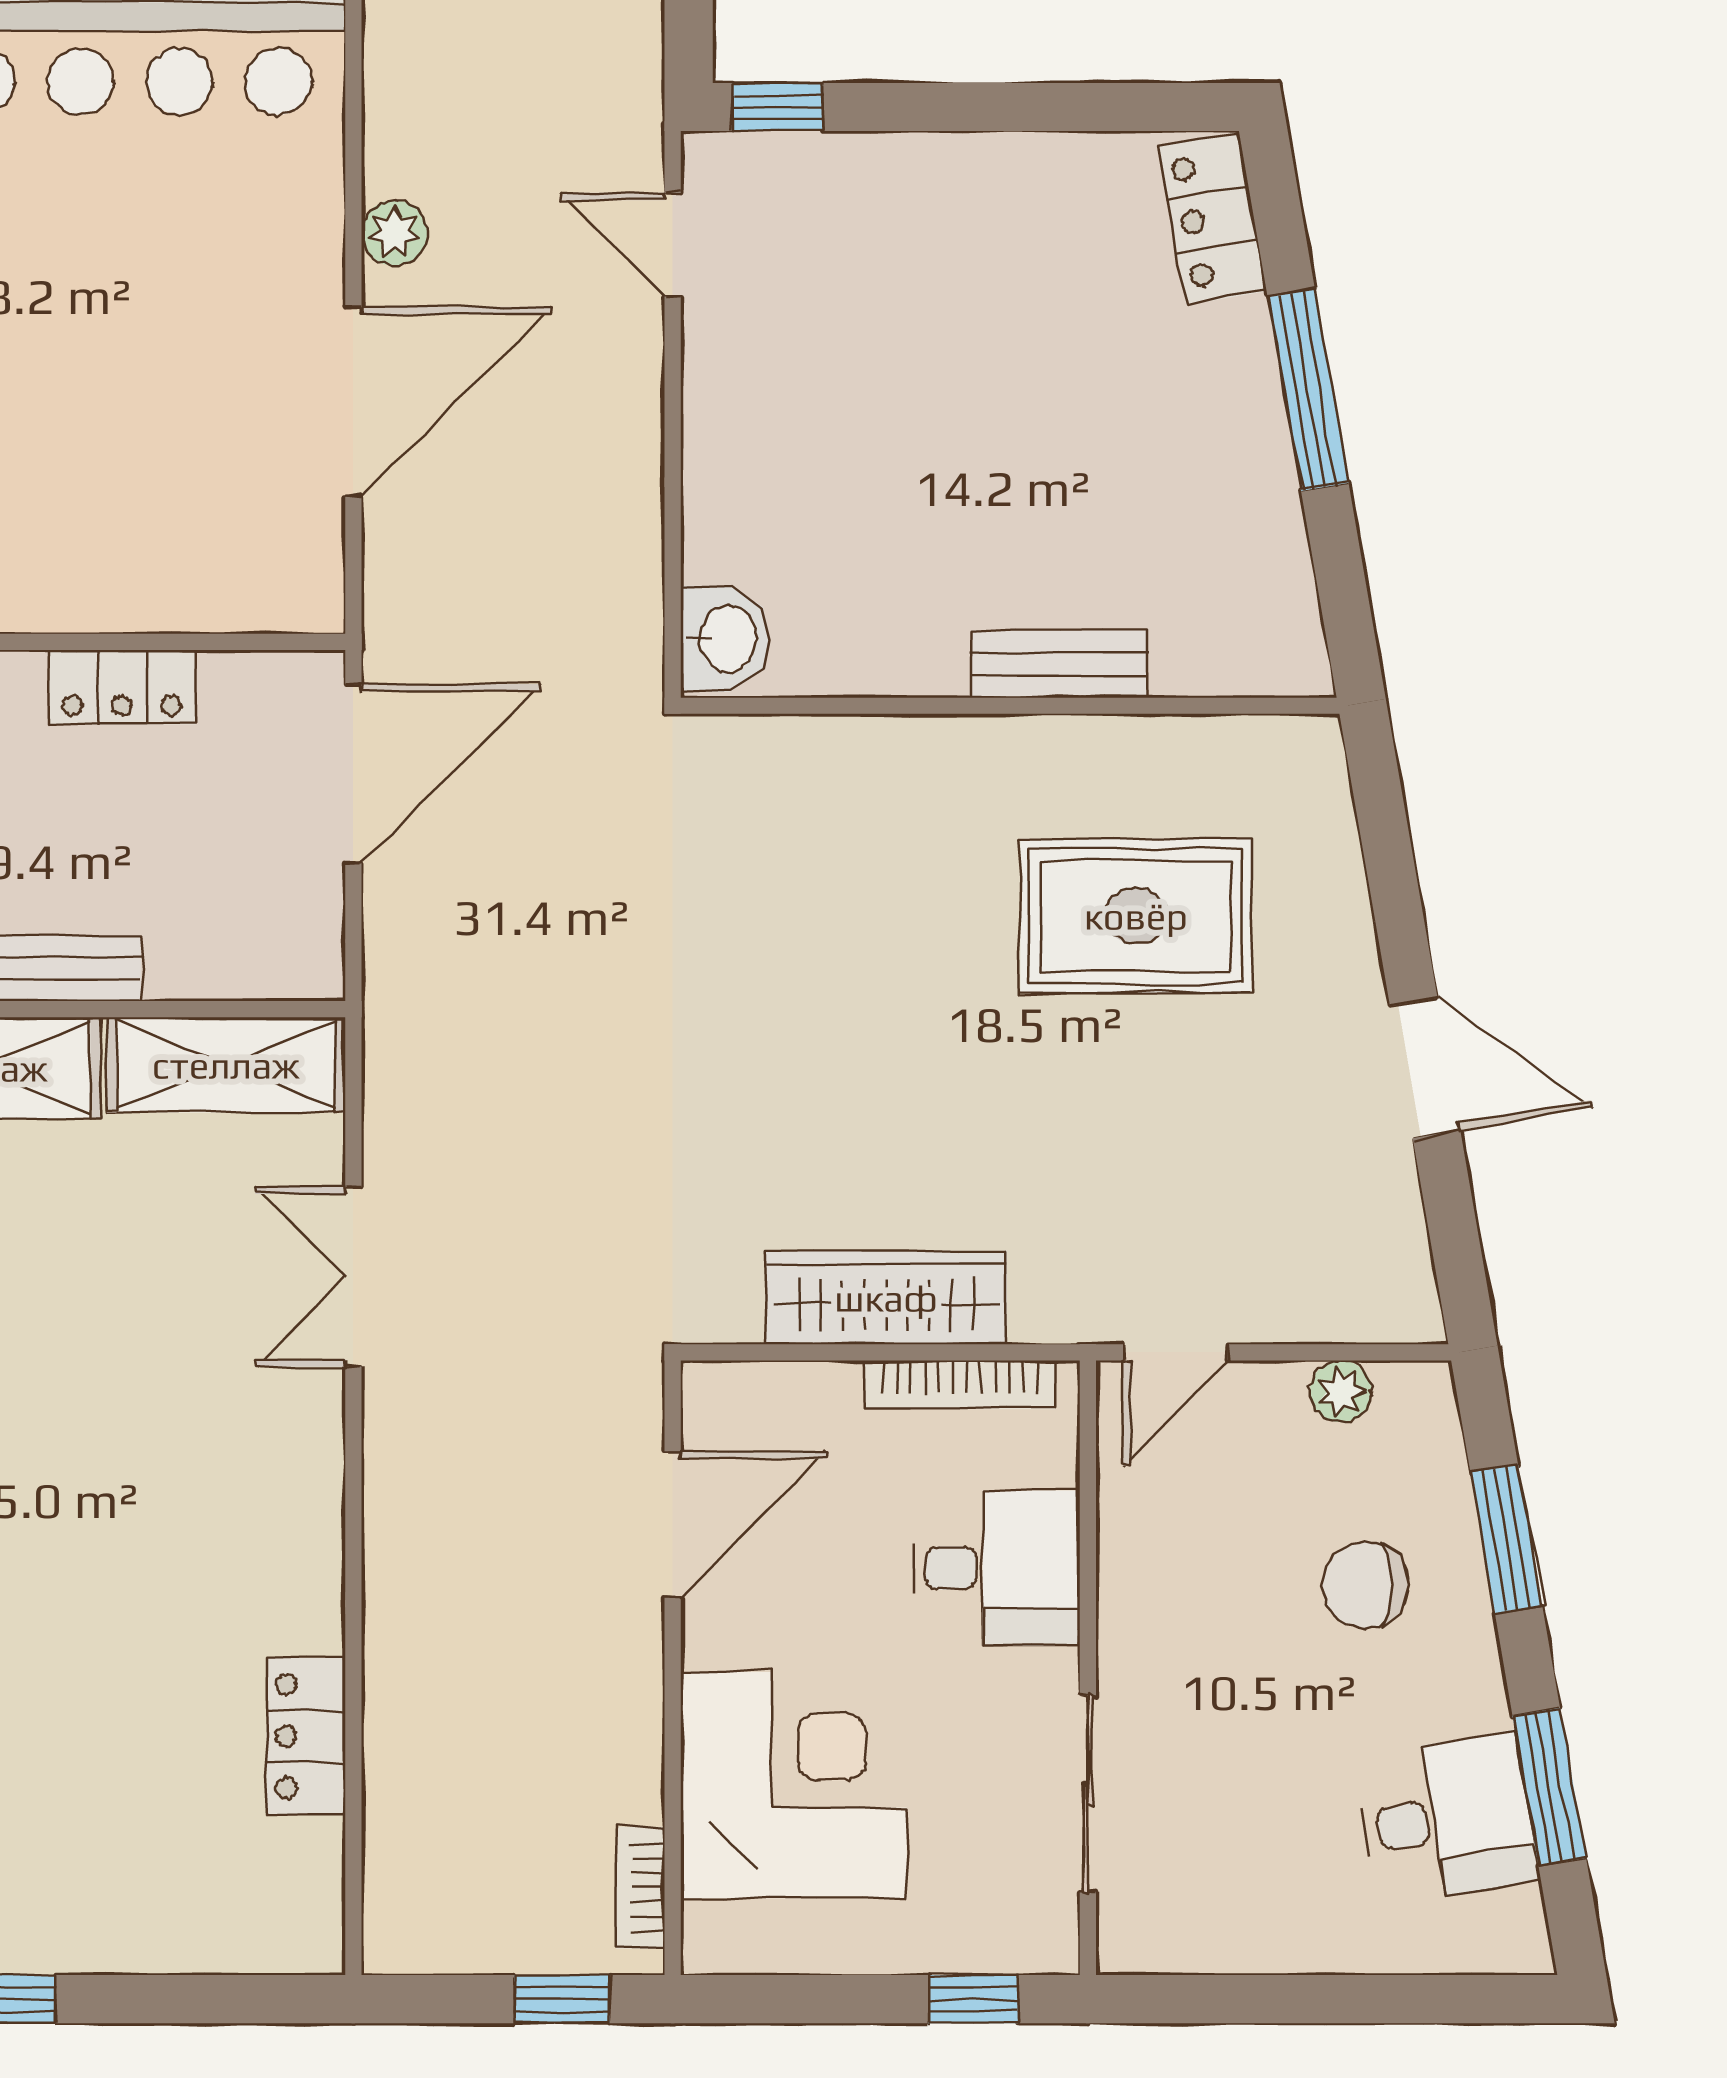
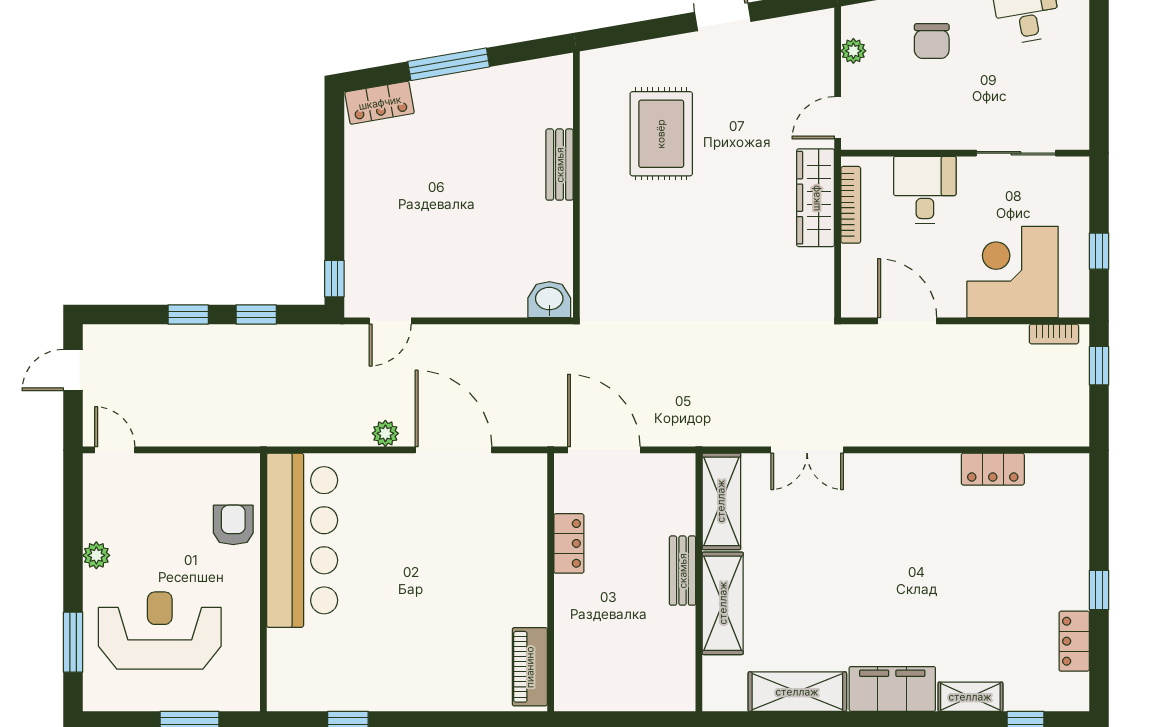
wardrobe: (886, 1298) -> (816, 198), moved
door: (1175, 1352) -> (838, 118), swing flipped
window: (973, 1999) -> (1099, 251), moved

